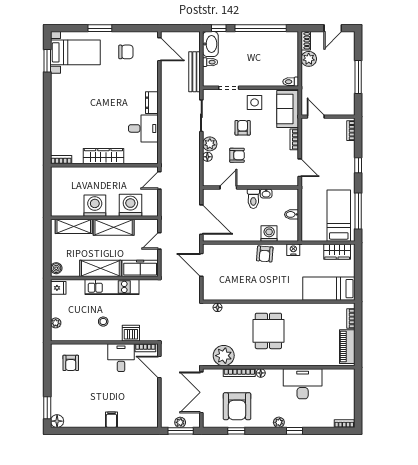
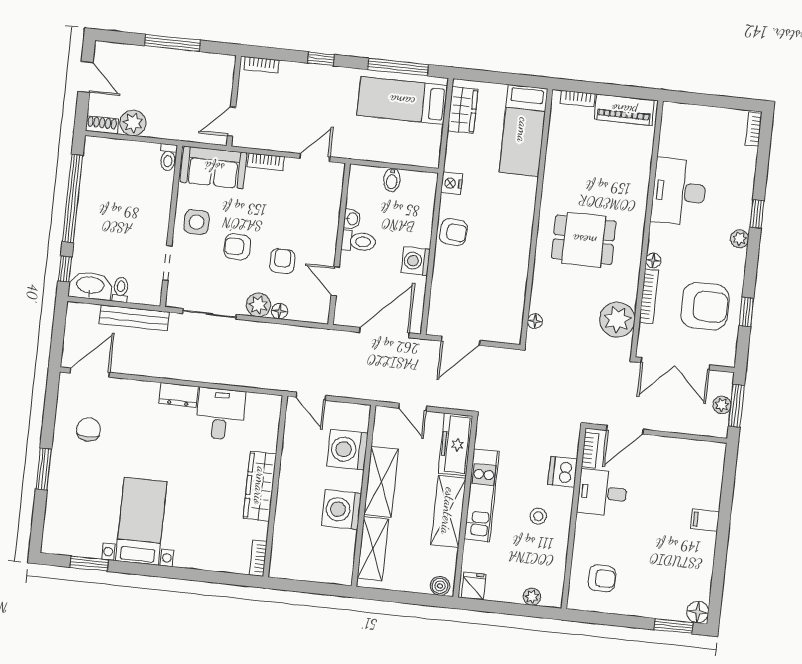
bed with nightstands: (75, 52) -> (141, 521), moved
washing machine: (269, 233) -> (416, 261), moved

